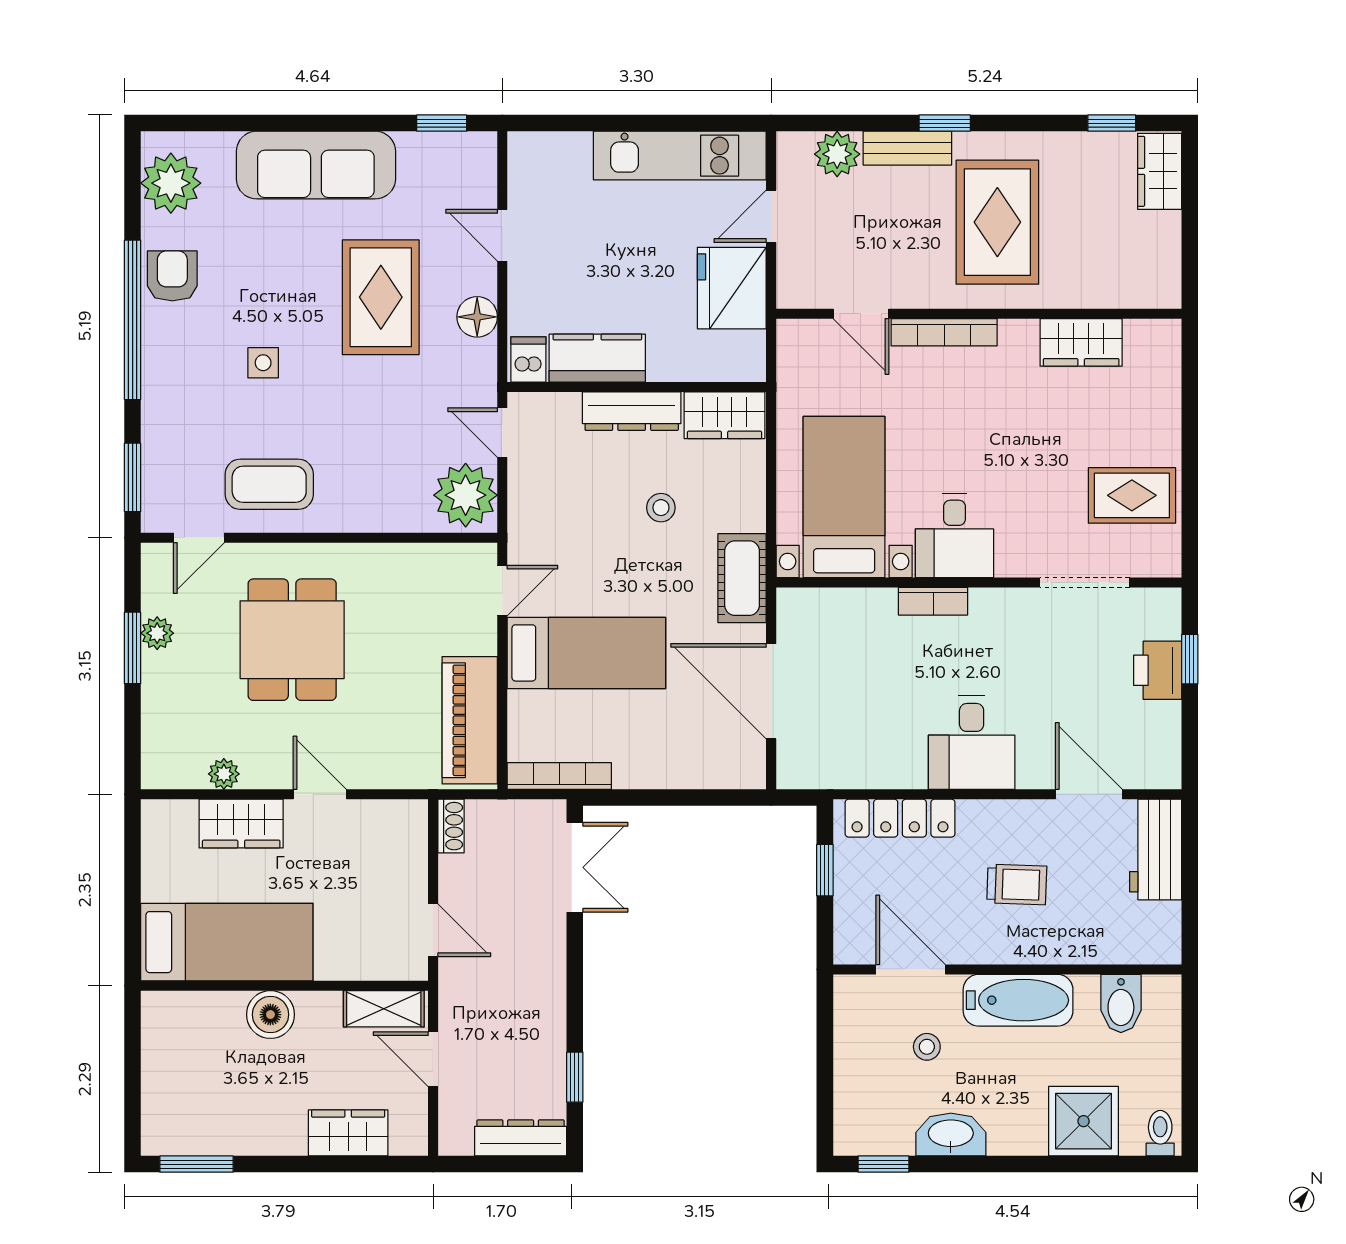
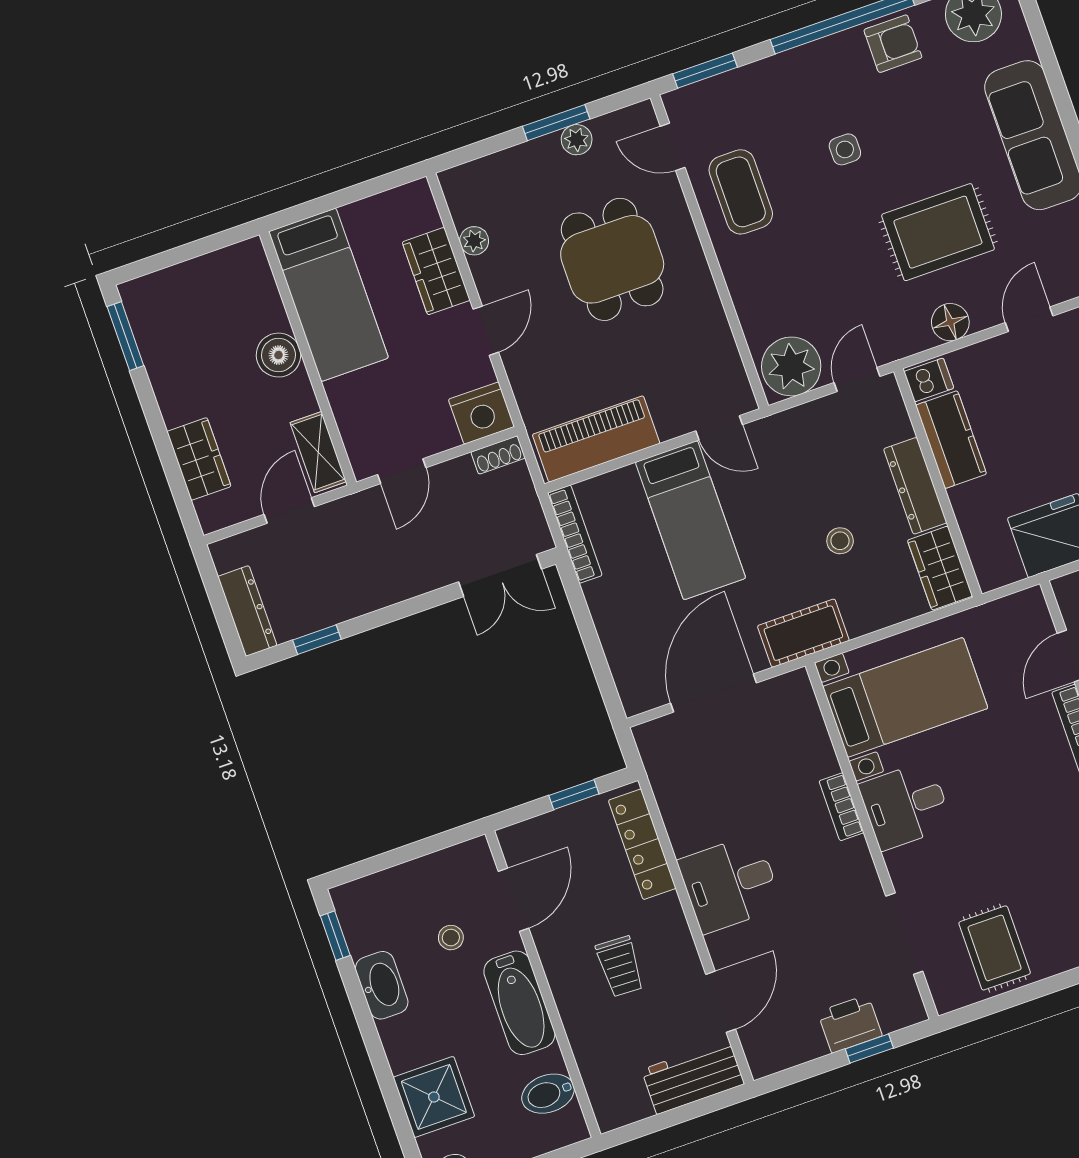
dining table: (292, 640) -> (612, 259), turned 90
nightstand: (402, 828) -> (481, 413), added

